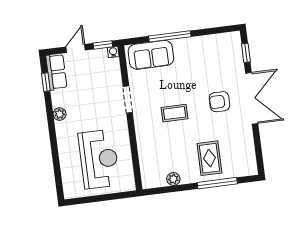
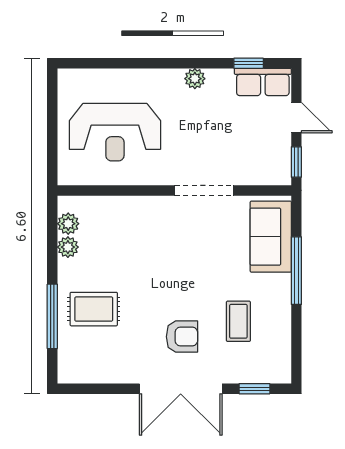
water cooler: (113, 52) -> (283, 177), removed
doorway: (128, 99) -> (204, 190), width x1.38
armchair: (219, 102) -> (182, 337), turned 90
coffee table: (175, 113) -> (238, 321), moved
plant: (159, 181) -> (68, 224), added

